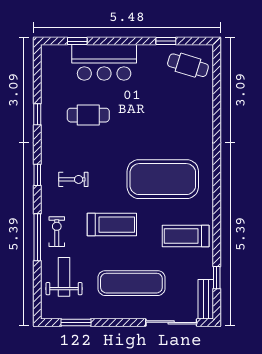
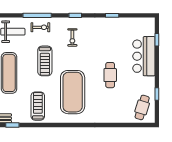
cafe table: (88, 115) -> (110, 75), moved

